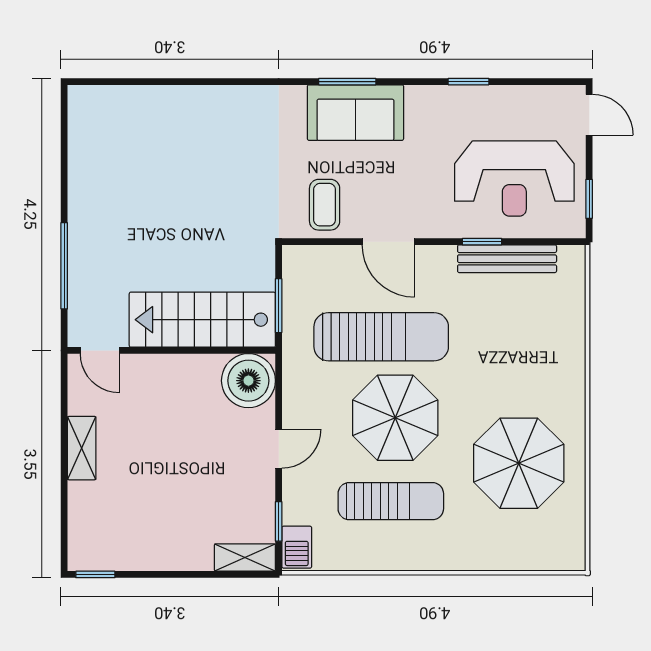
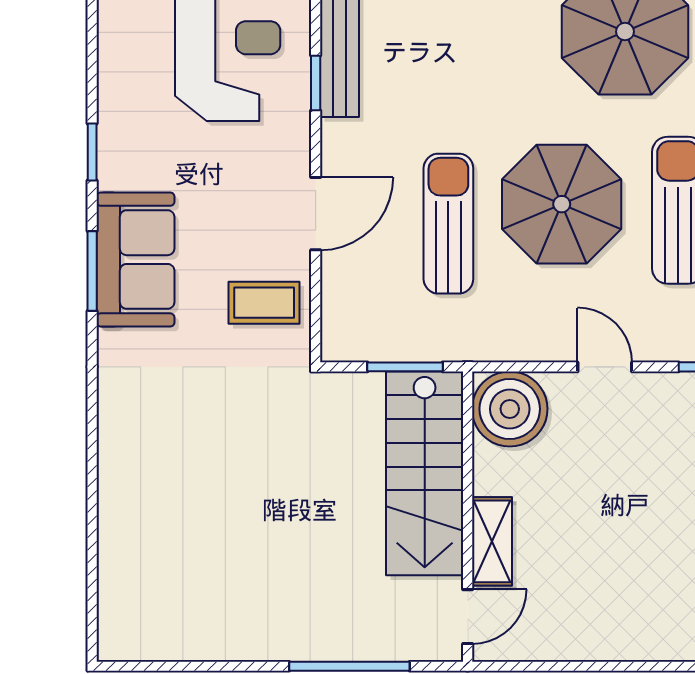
window: (468, 82) -> (92, 152), moved
sun lounger: (381, 337) -> (448, 224), width x0.73, depth x0.75
shelving: (82, 448) -> (492, 541), moved, turned 90

